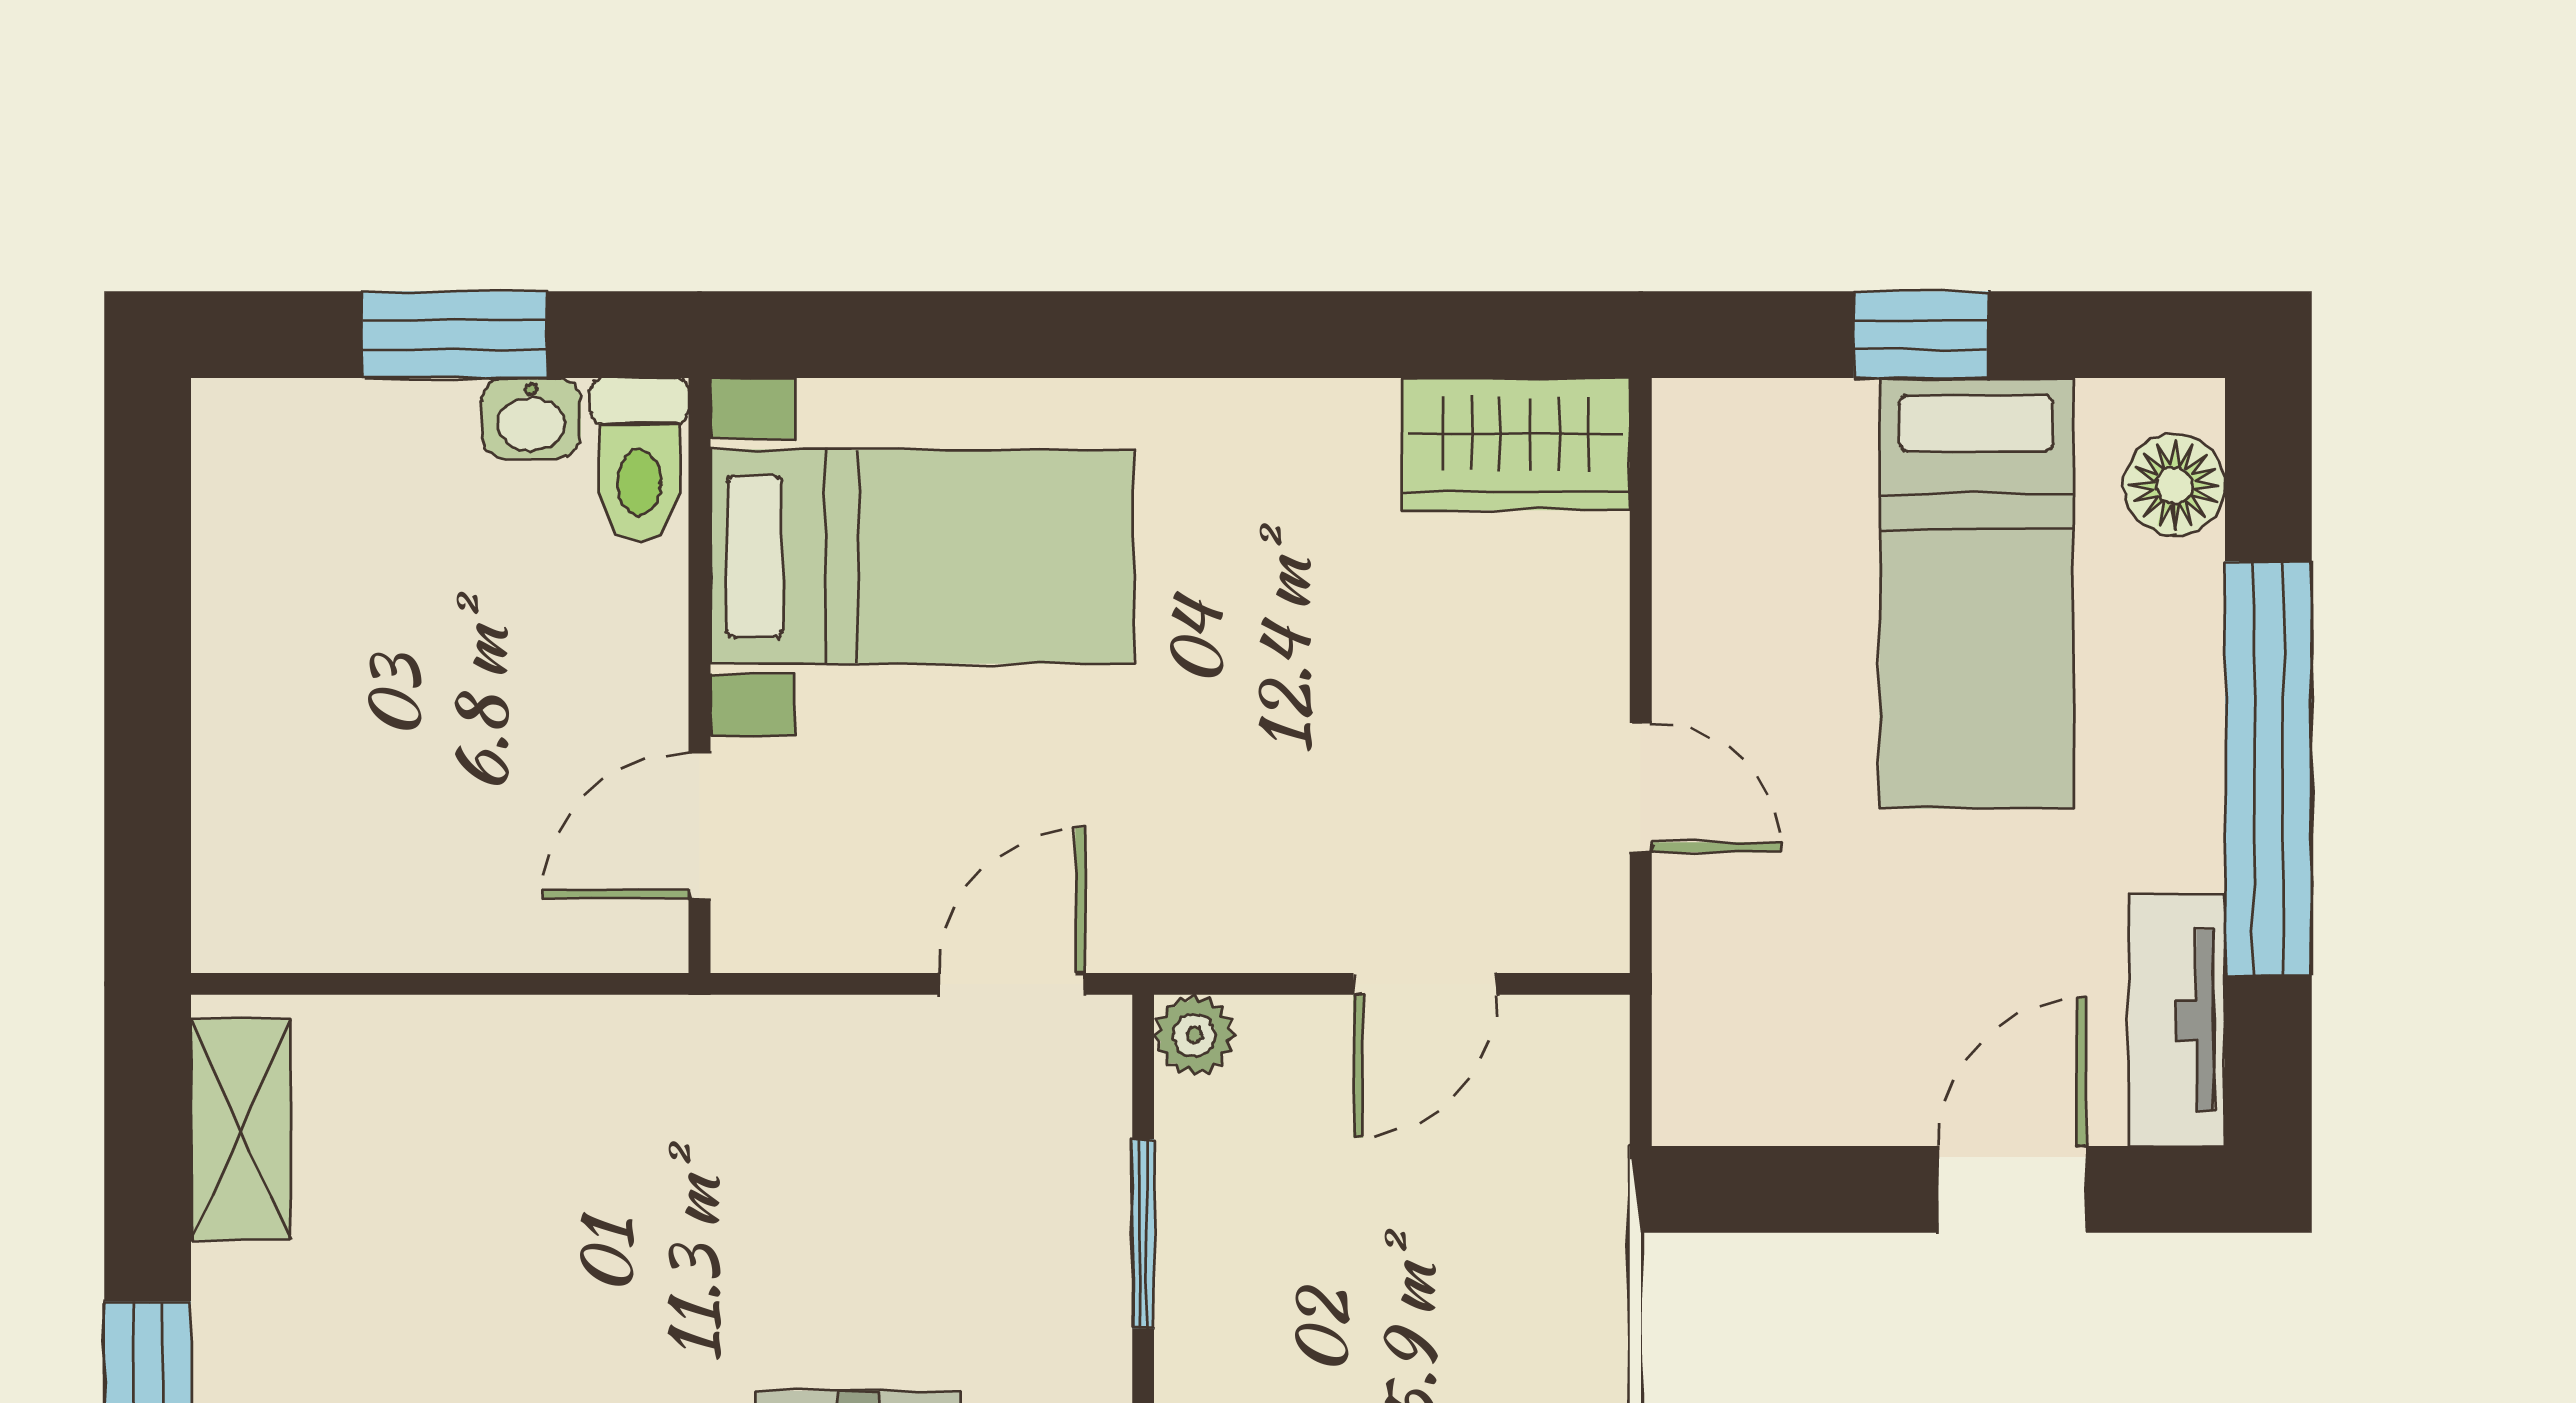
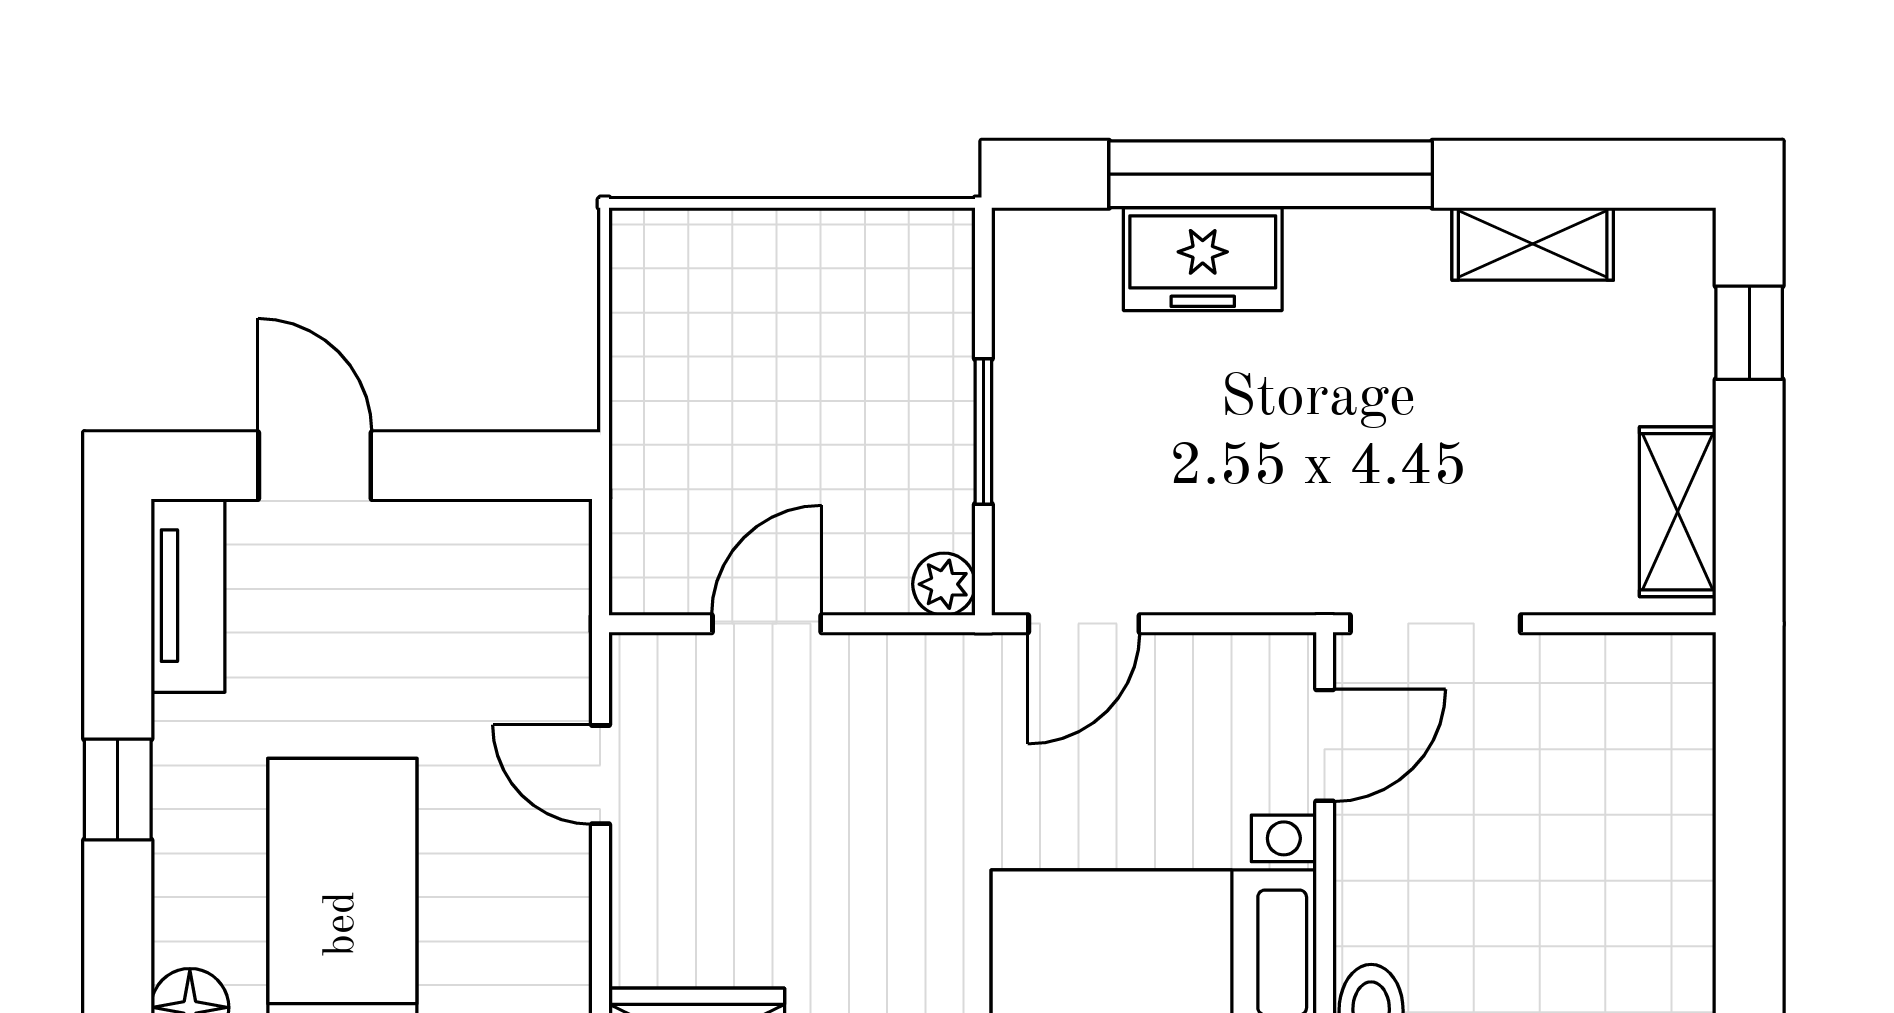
window: (2268, 769) -> (118, 789), width x0.32
doorway: (556, 984) -> (1435, 624), added
door: (2012, 1189) -> (315, 466), swing flipped

